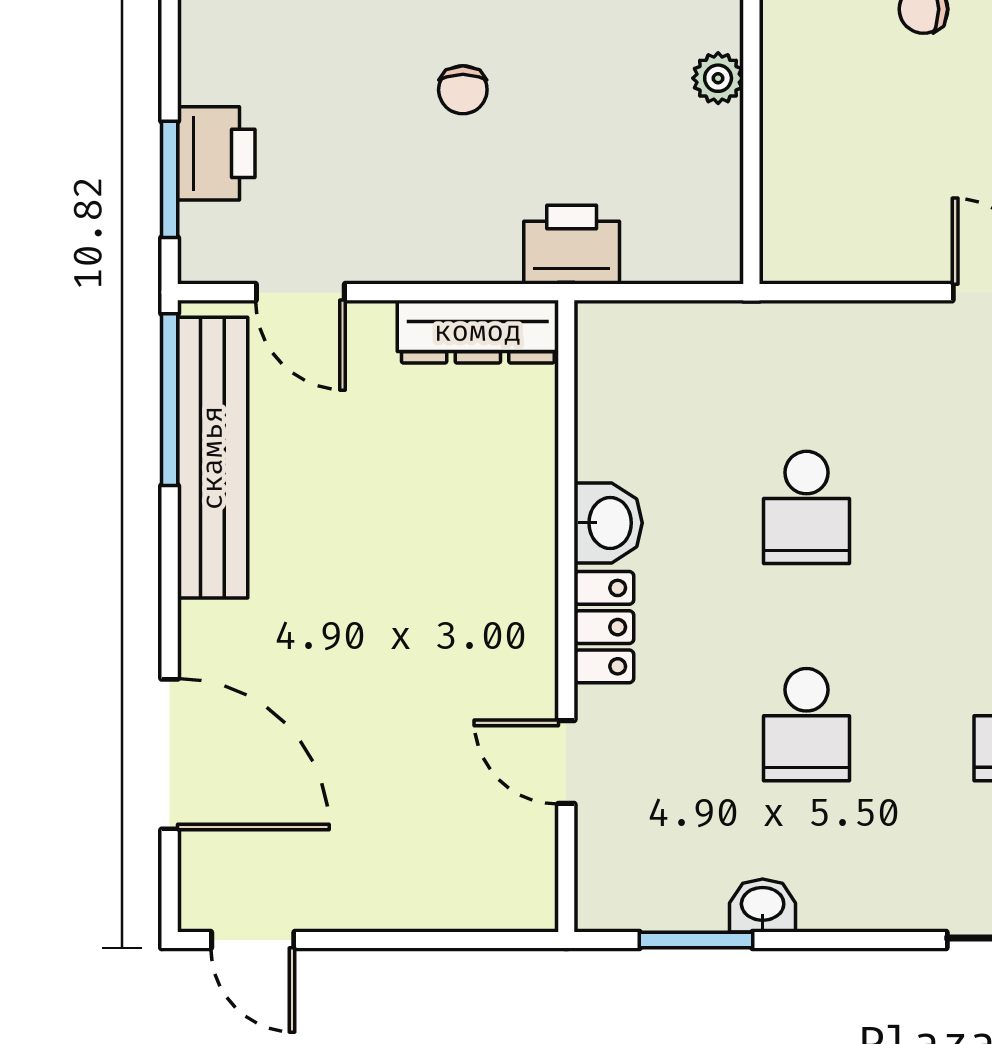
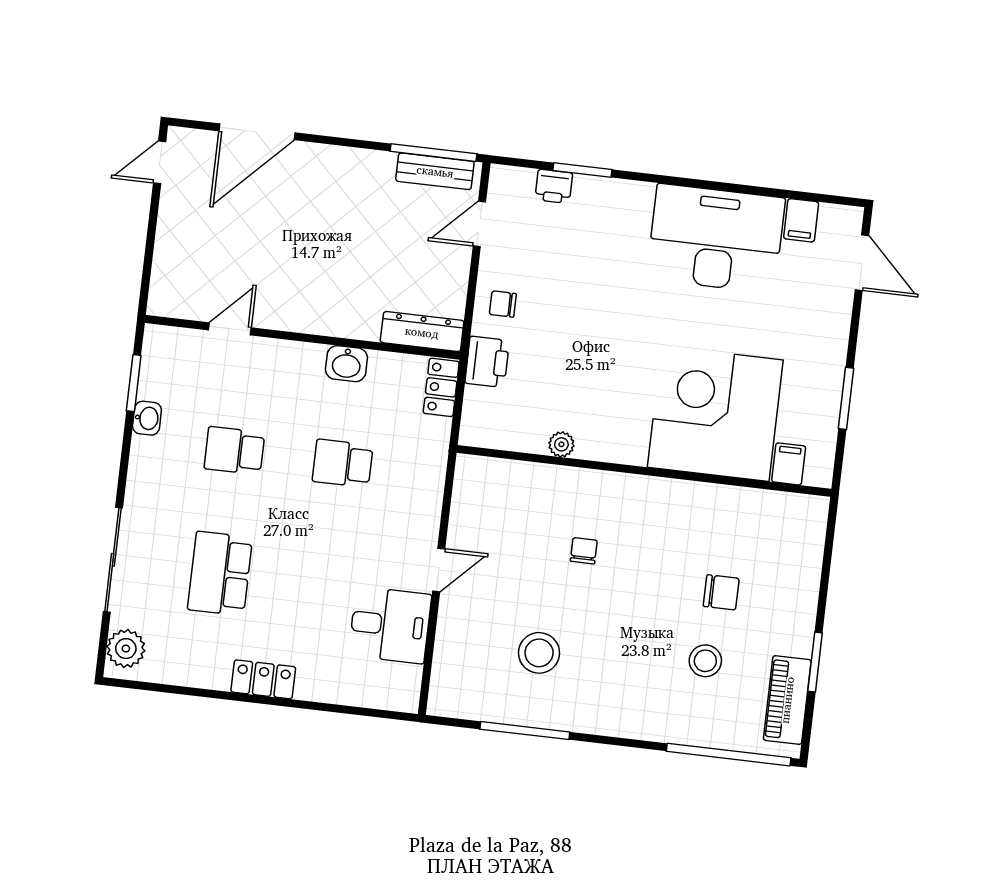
chair: (463, 90) -> (503, 304), moved
printer: (216, 153) -> (554, 186), width x0.73, depth x0.81
window: (170, 179) -> (582, 170), moved
dresser: (478, 332) -> (422, 332), moved, turned 90
bench: (213, 458) -> (435, 171), width x0.54, depth x0.82
locker: (604, 627) -> (441, 387), moved, turned 90

